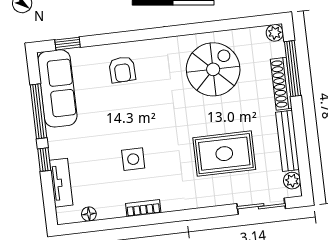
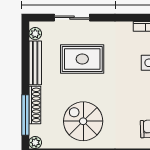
spiral stairs: (213, 69) -> (83, 121), turned 90
sliding door: (261, 206) -> (72, 18), moved

